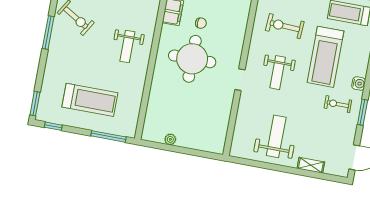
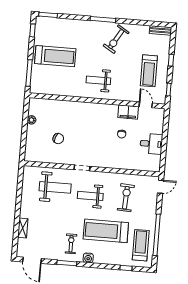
round table: (192, 59) -> (94, 130), removed
treadmill: (90, 100) -> (55, 56), turned -90
chair: (198, 107) -> (58, 139), added
weight bench: (276, 136) -> (55, 187), moved

